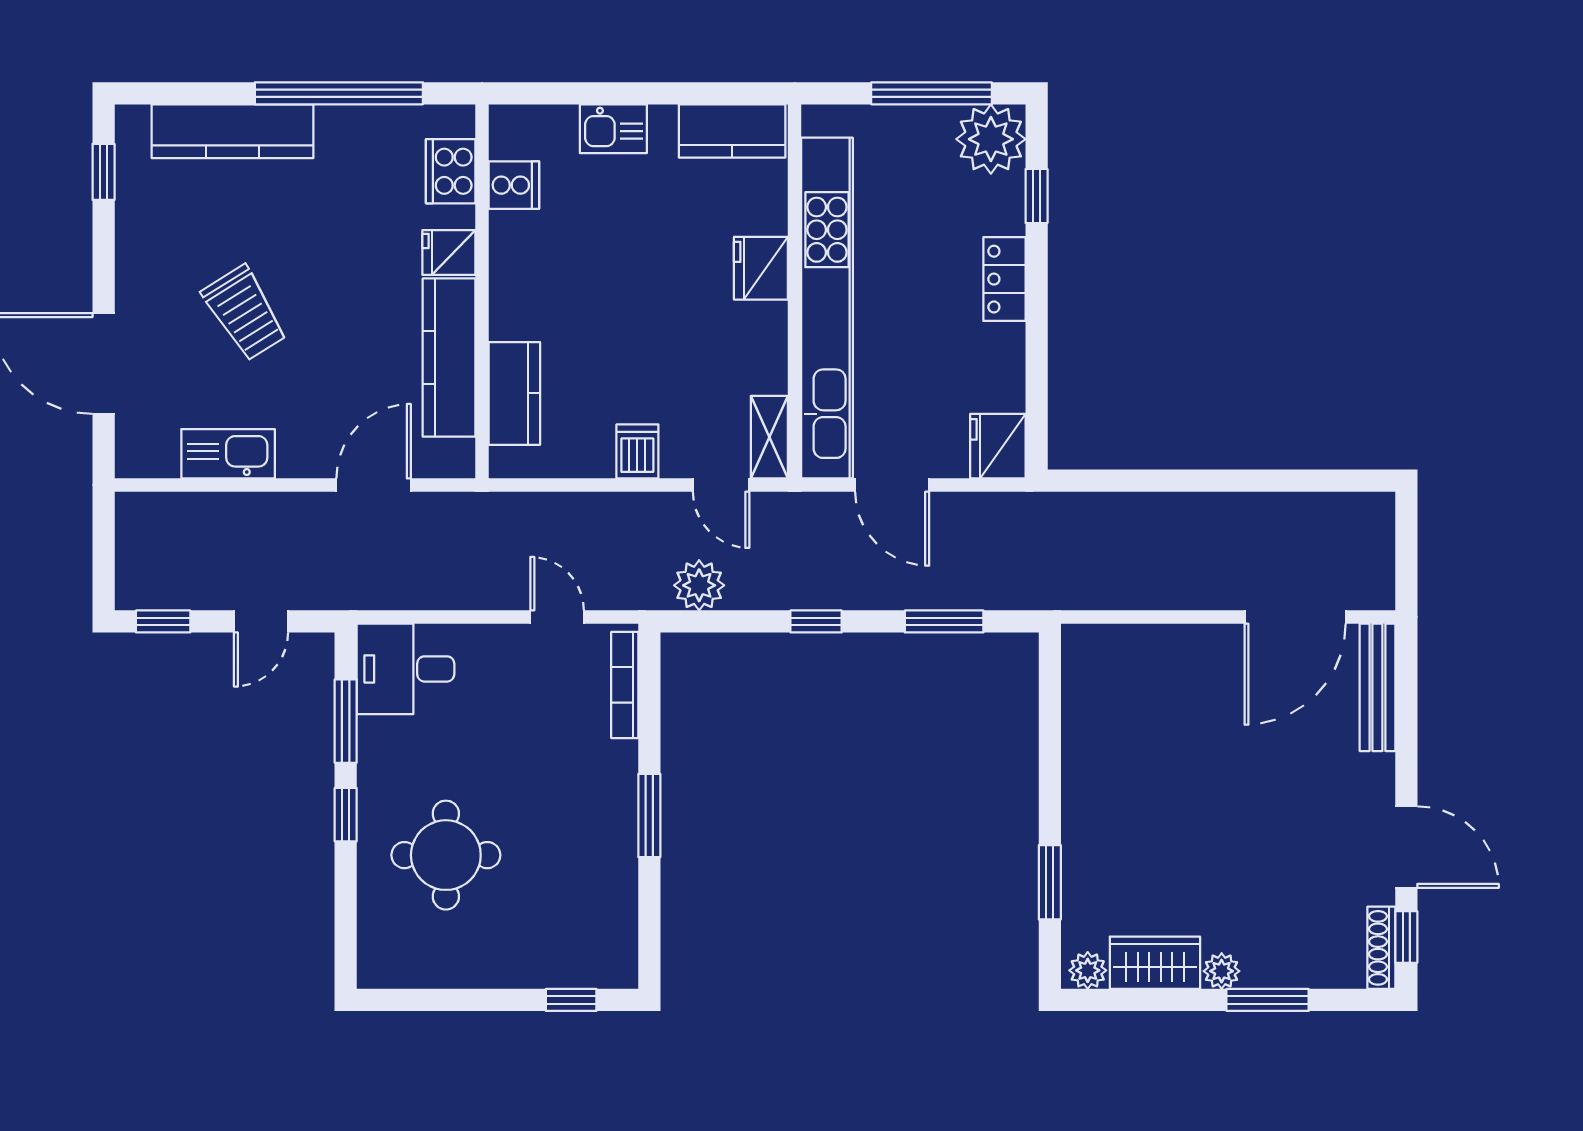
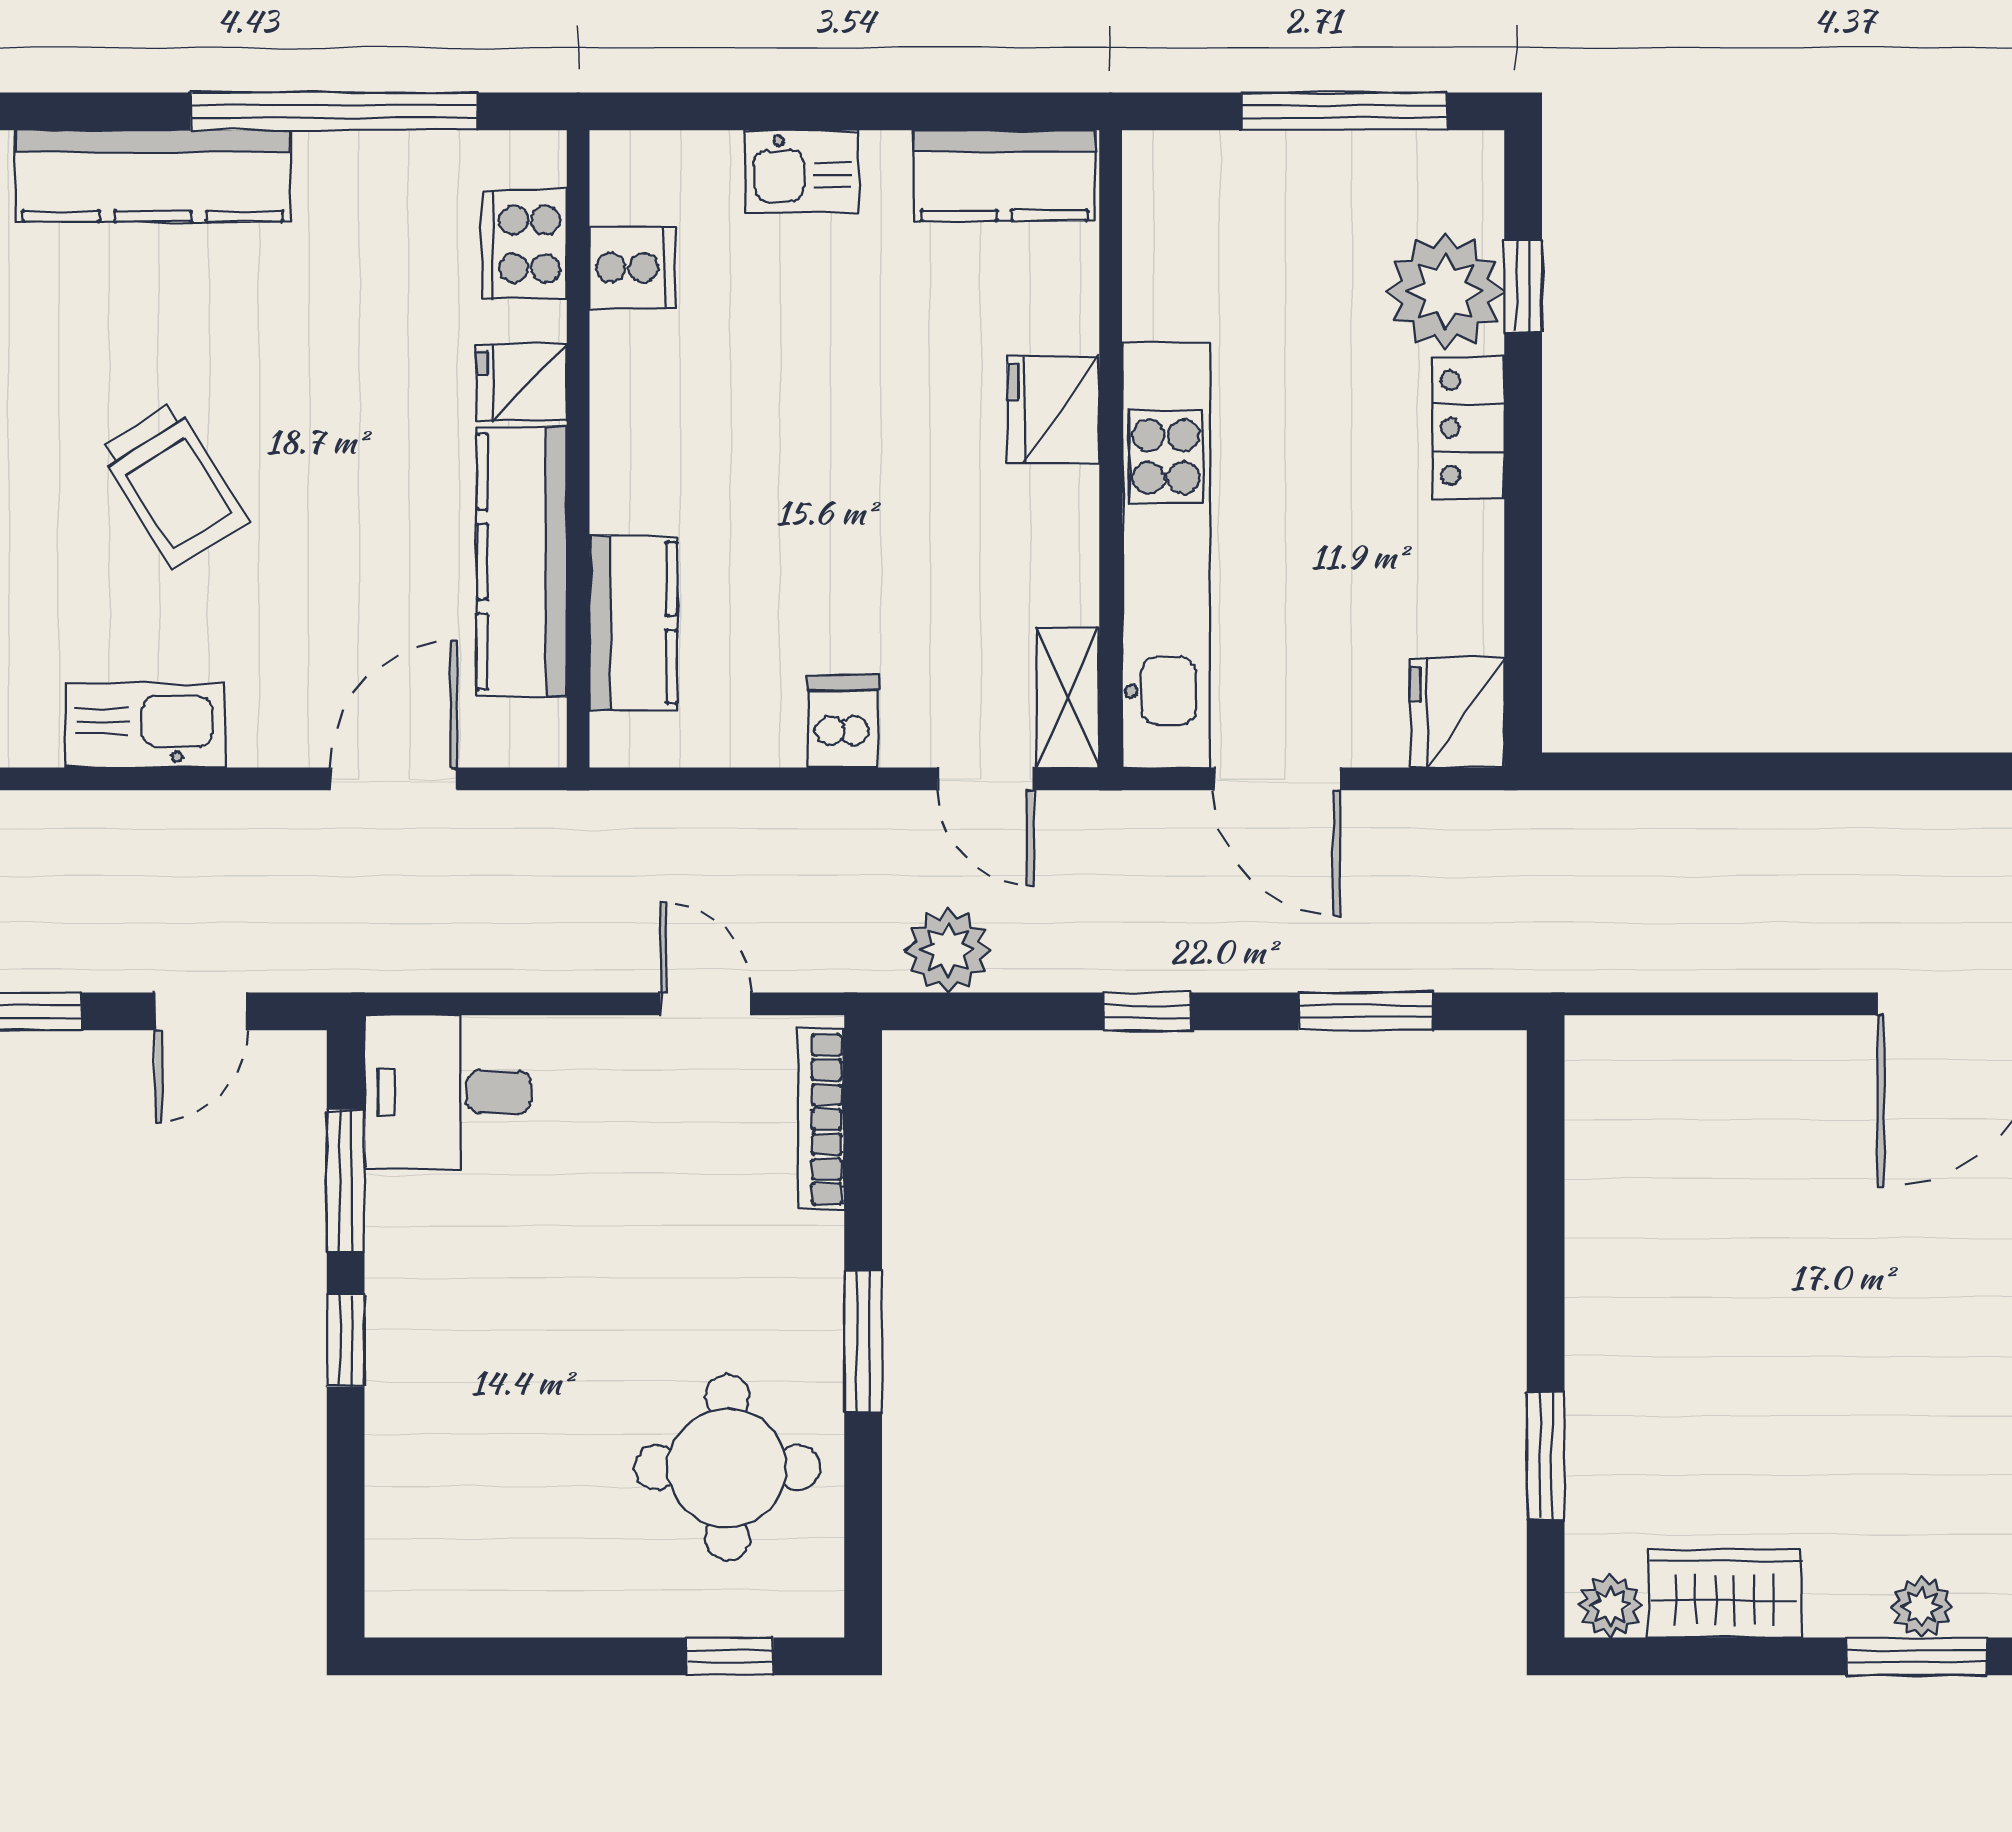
plant: (991, 139) -> (1445, 291), moved
kitchen unit: (827, 308) -> (1166, 555), width x0.73
round table: (446, 855) -> (727, 1468), moved
plant: (1222, 971) -> (1922, 1607), moved

